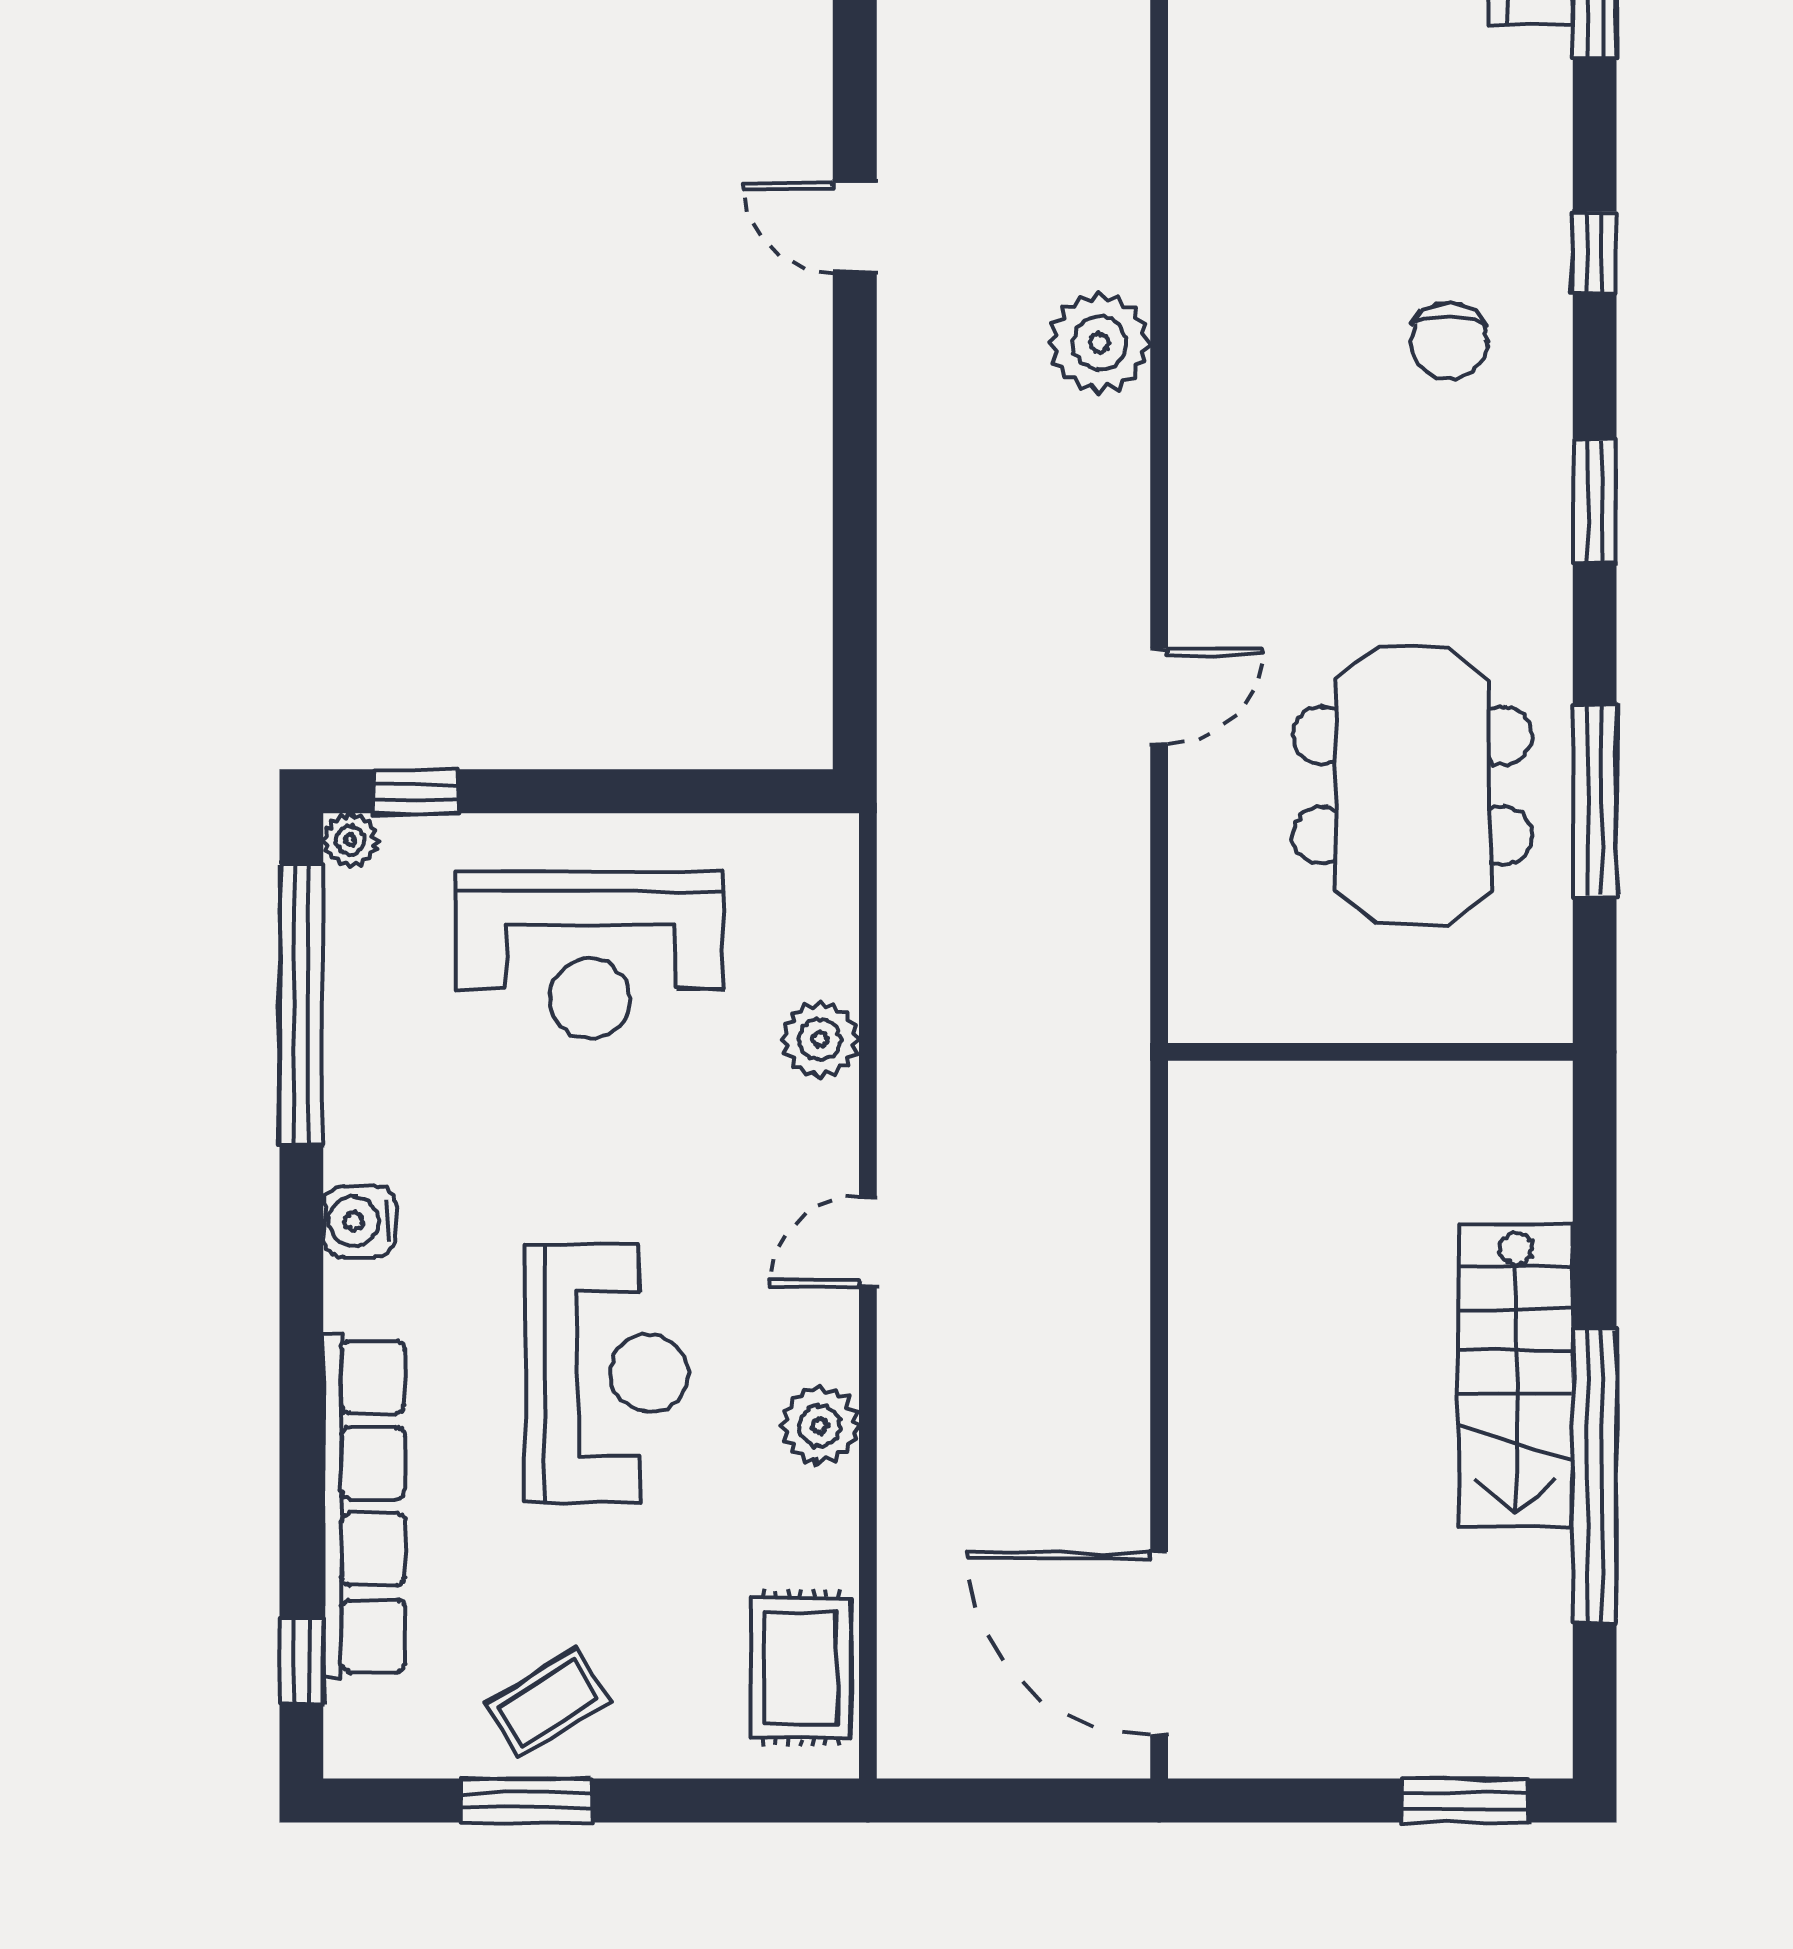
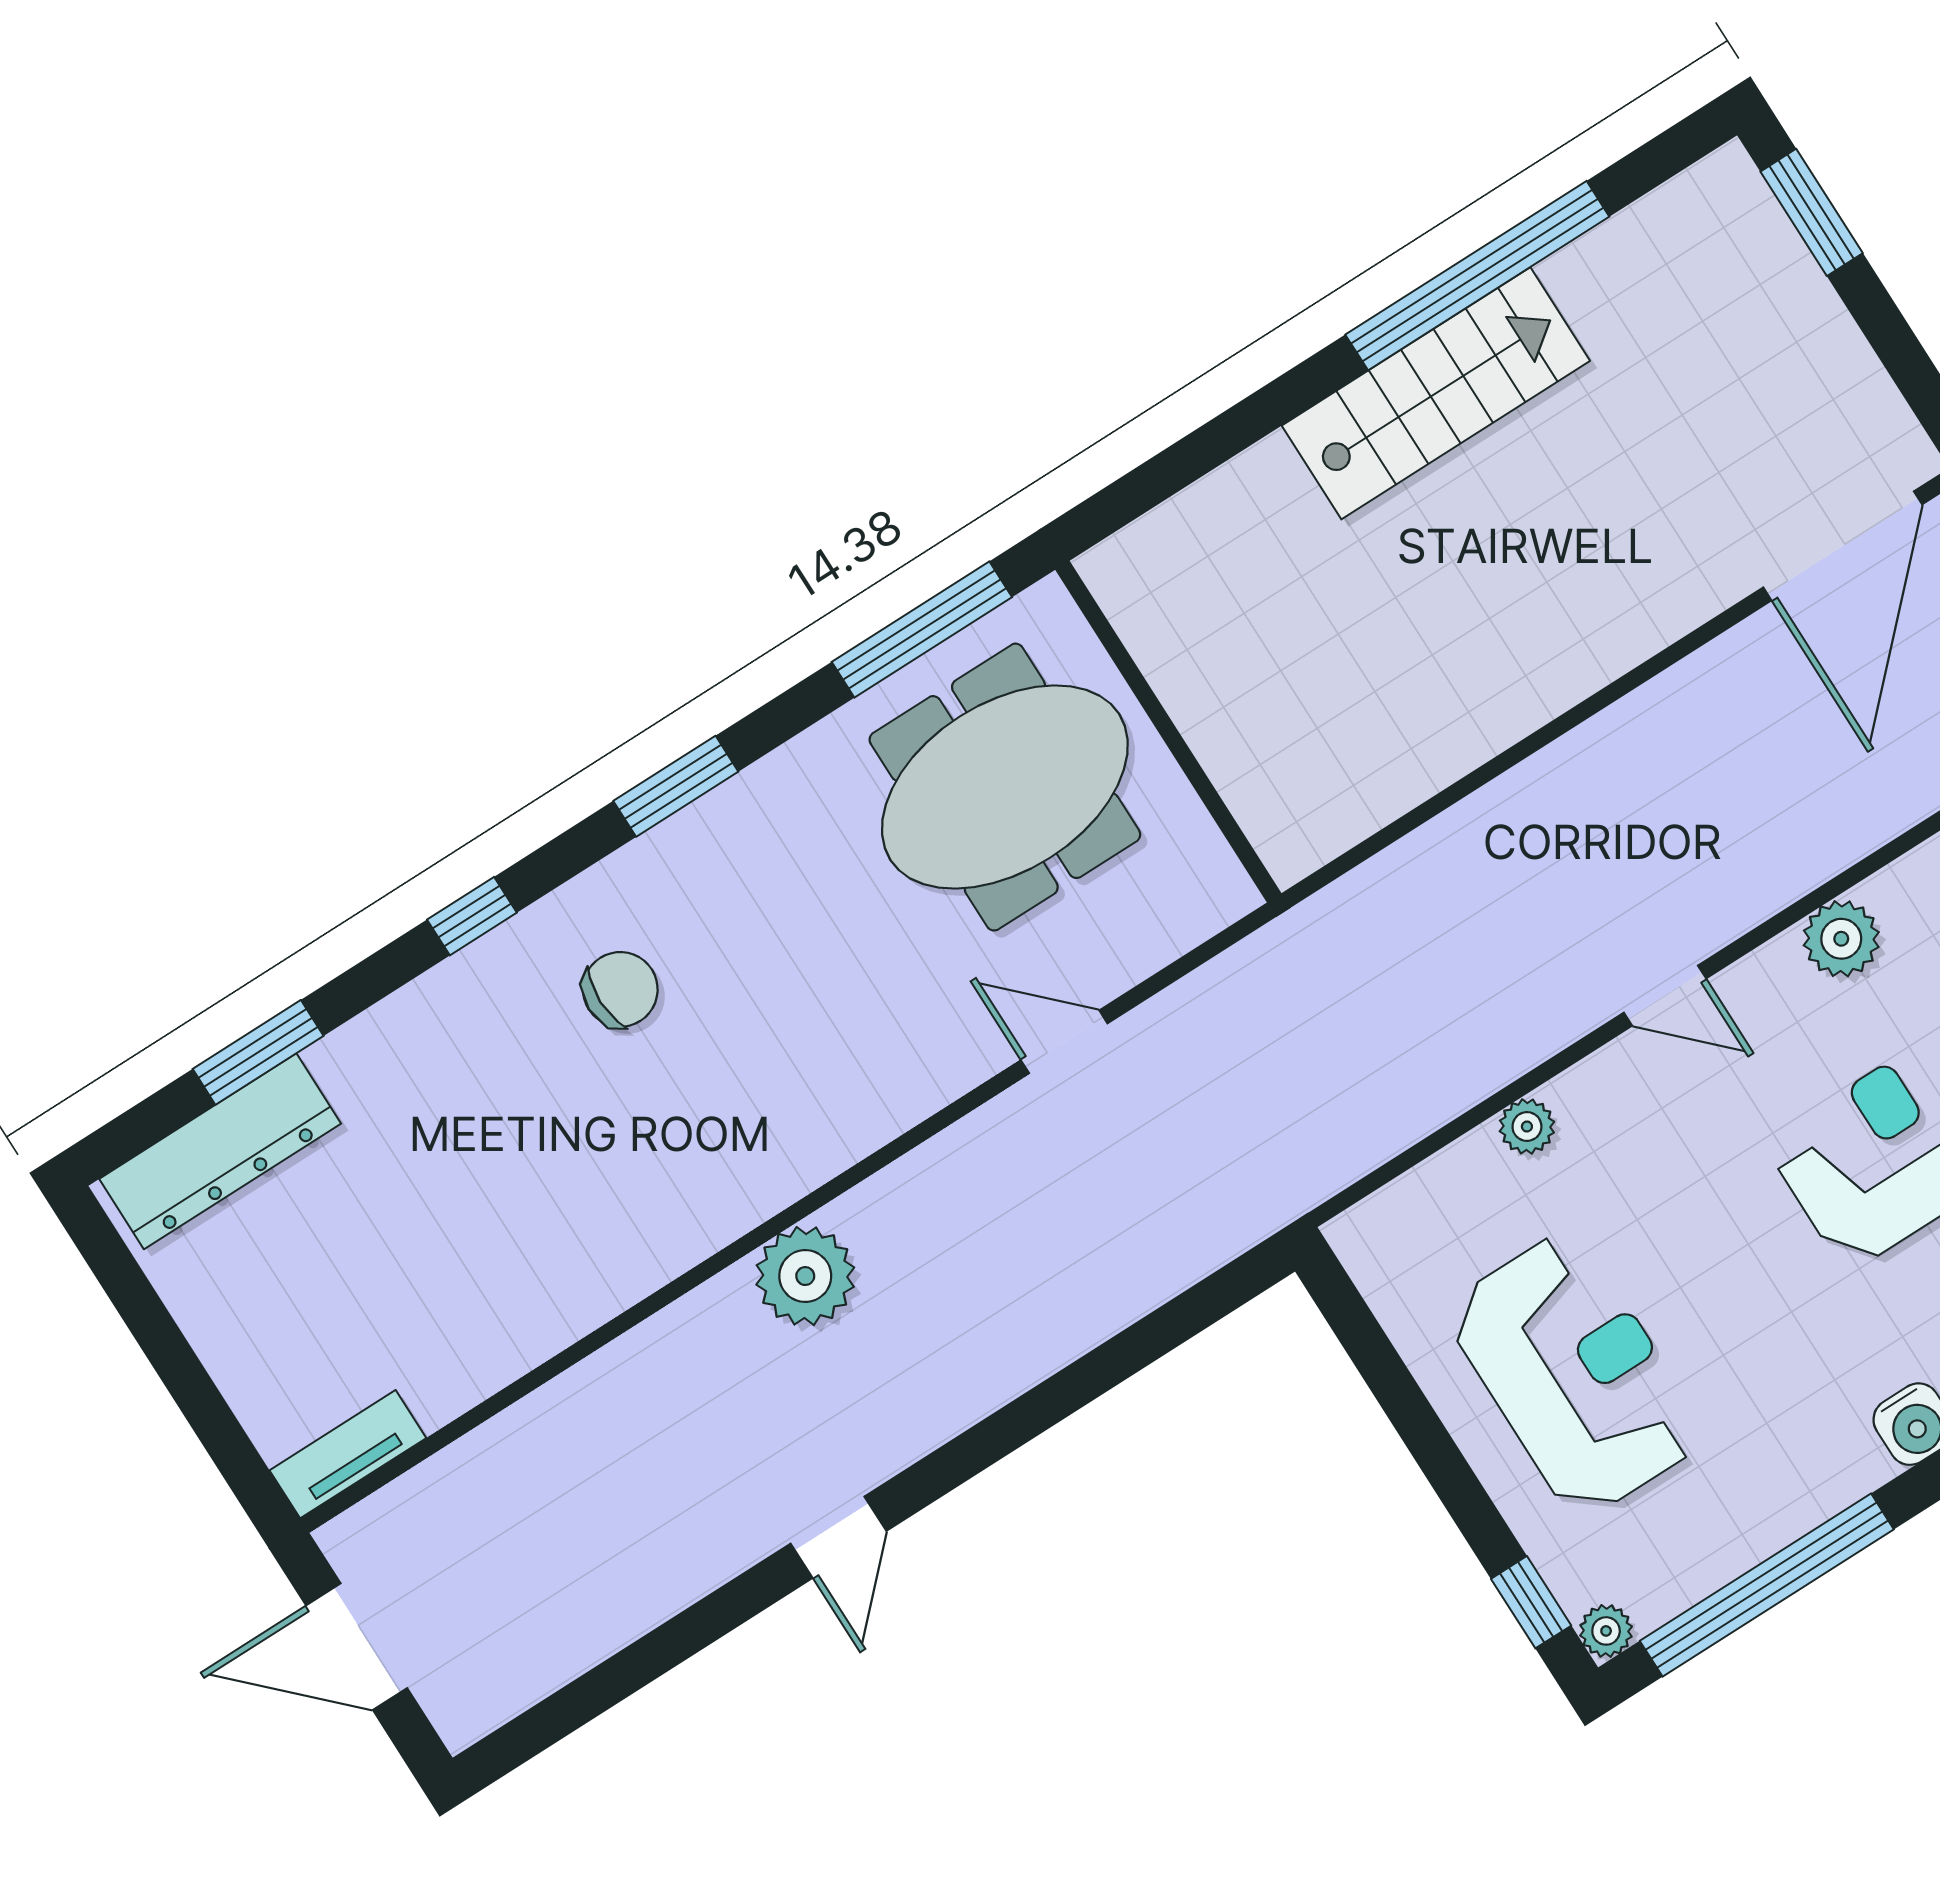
plant: (820, 1039) -> (1527, 1127), width x0.73, depth x0.73
wall: (1370, 1052) -> (1168, 732), moved

